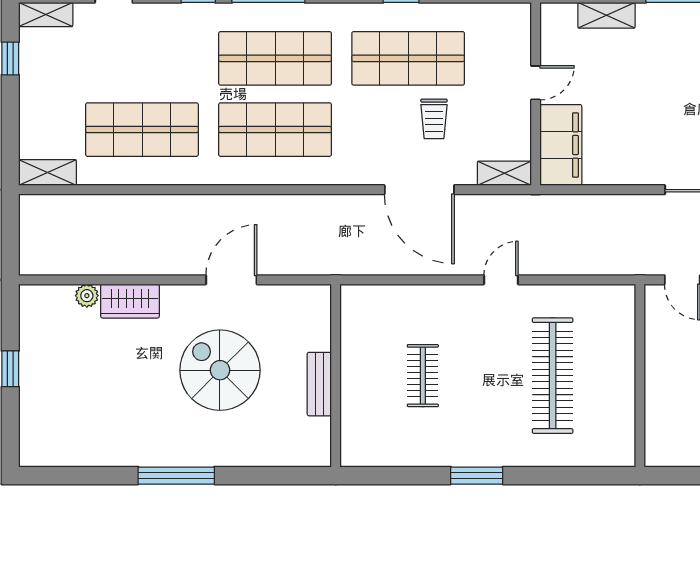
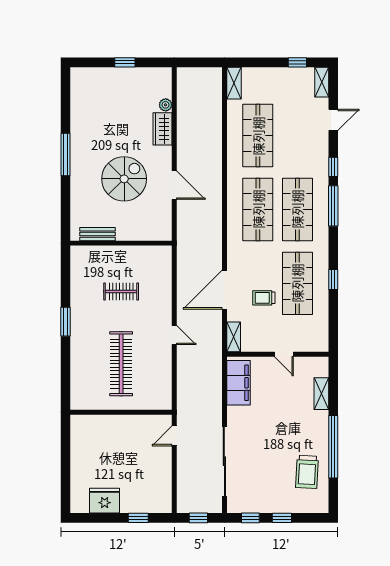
filing cabinet: (561, 145) -> (238, 383), moved, turned -90
clothes rail: (553, 376) -> (121, 364), turned 90
bench: (319, 384) -> (97, 234), moved

